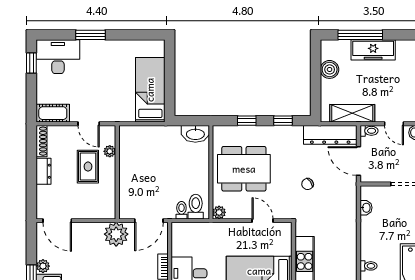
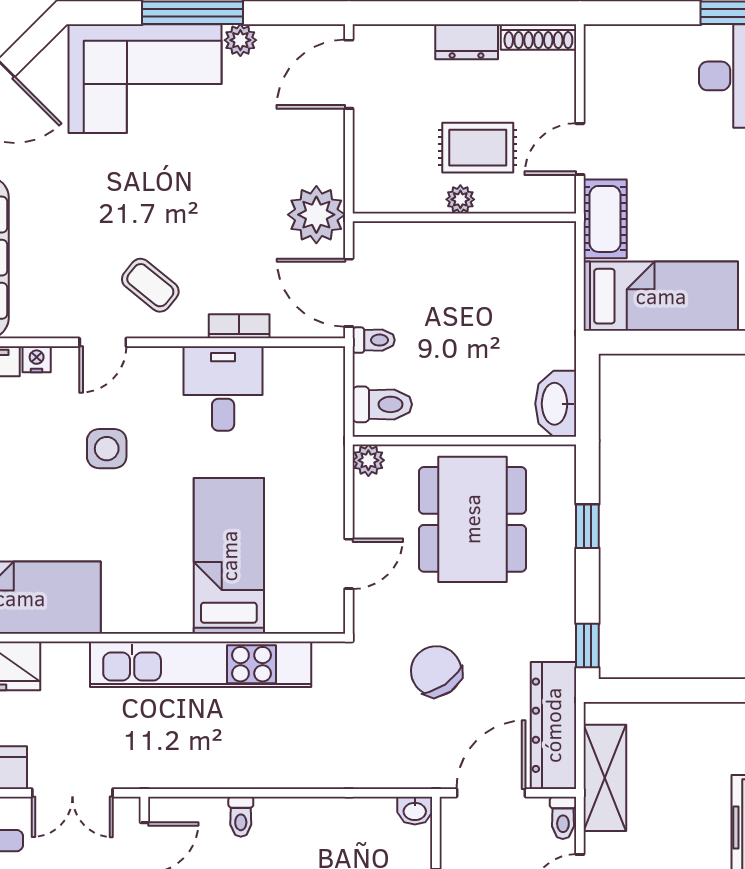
boiler: (330, 69) -> (709, 724), removed
cot: (53, 113) -> (605, 219), moved
window: (283, 121) -> (587, 646), moved
plant: (110, 151) -> (460, 199), moved
chair: (308, 184) -> (436, 671), width x1.87, depth x1.87
washbasin: (366, 208) -> (415, 811), moved
toilet: (181, 210) -> (374, 340), moved

